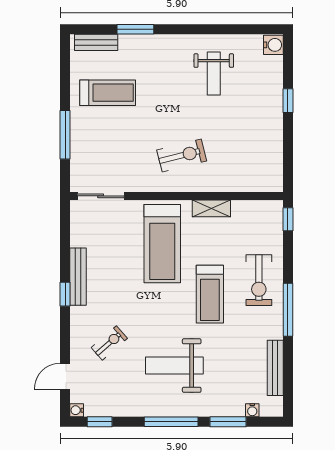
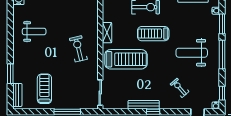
treadmill: (210, 294) -> (153, 34), turned 180
weight bench: (174, 366) -> (192, 53), turned 90

